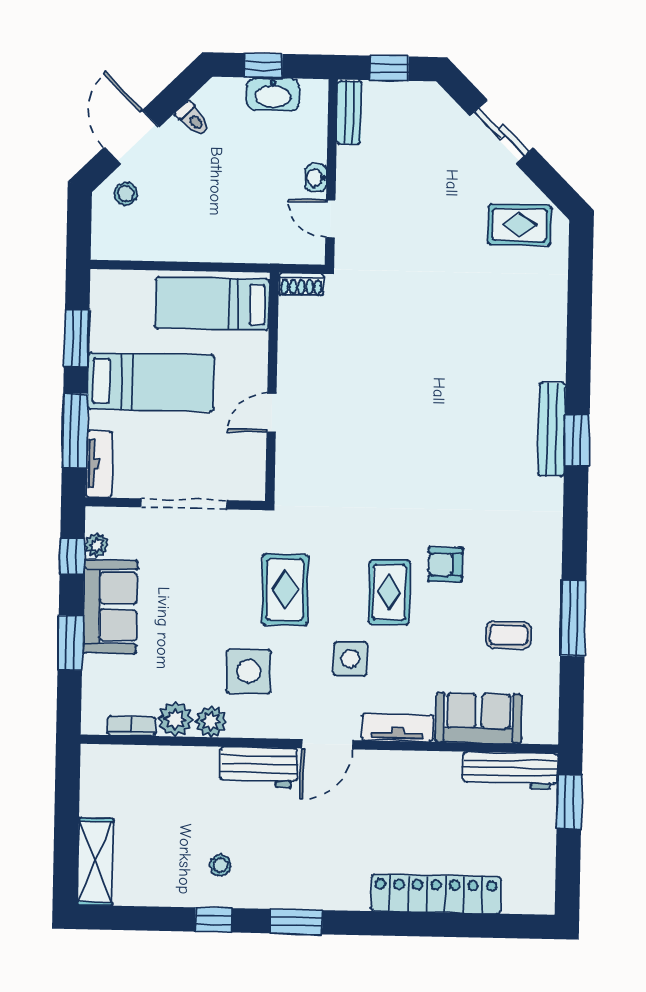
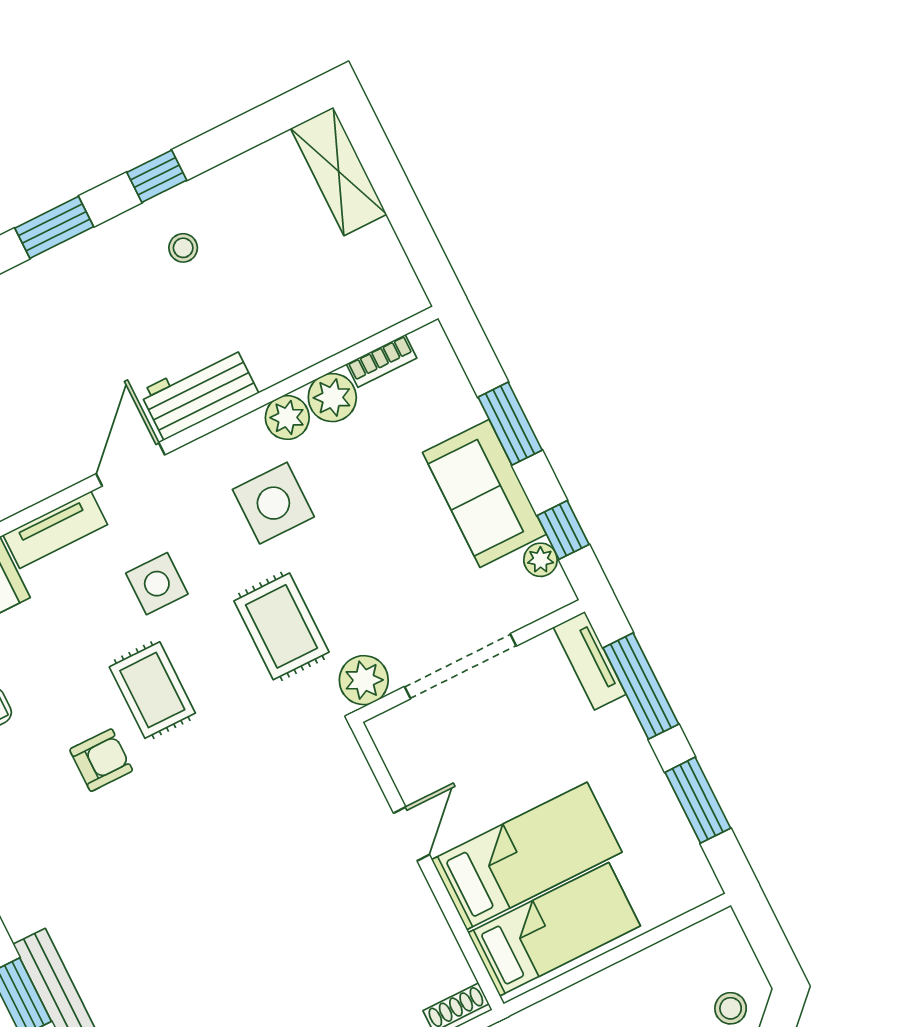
bed: (151, 382) -> (527, 856), moved, turned 180
plant: (250, 527) -> (364, 680), added

